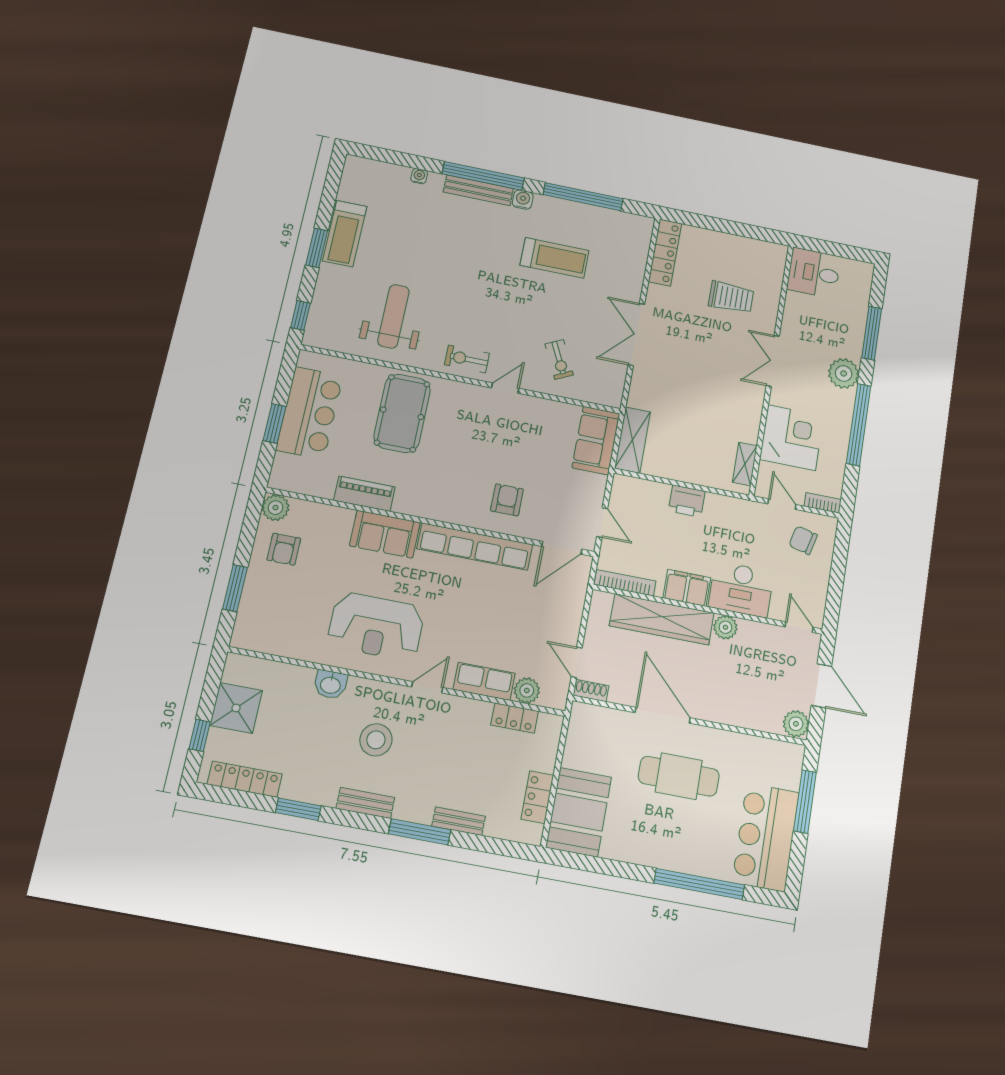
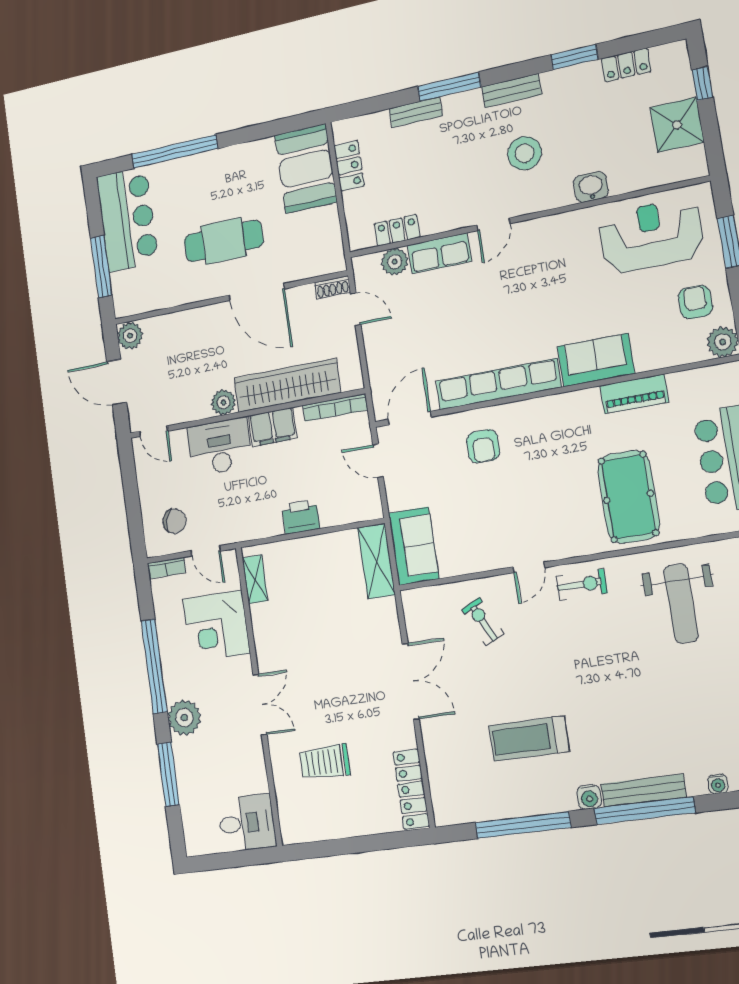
reception desk: (376, 626) -> (651, 236), moved
locker: (245, 779) -> (626, 65), width x0.66

